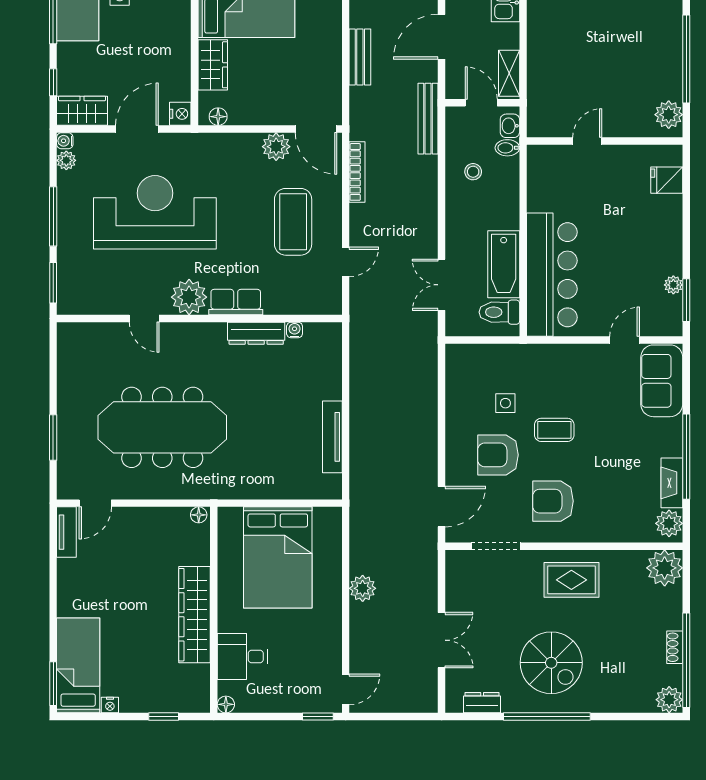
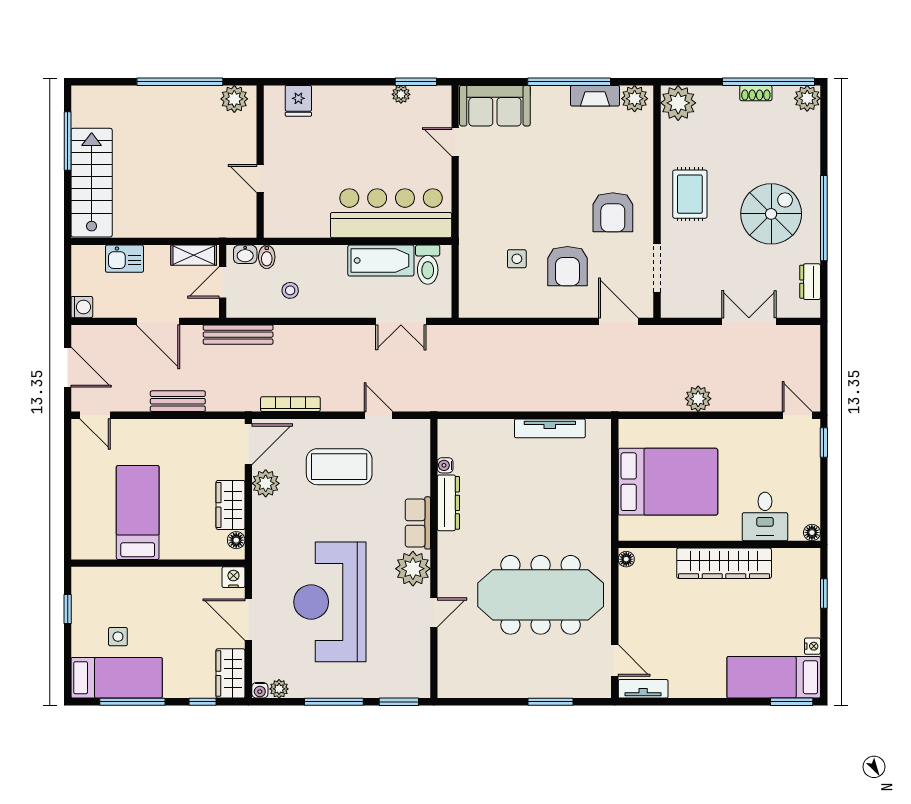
wardrobe: (213, 65) -> (231, 505), moved, turned -90
meeting table: (162, 427) -> (541, 595), turned 90
coffee table: (554, 430) -> (543, 211), removed

